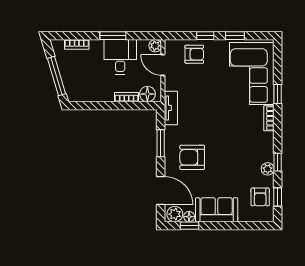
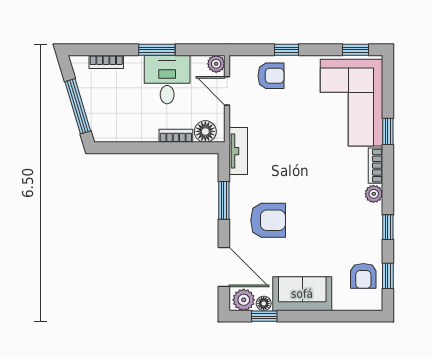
window: (235, 36) -> (356, 50), moved
armchair: (192, 157) -> (268, 220), turned 180
plant: (268, 169) -> (374, 194), moved

